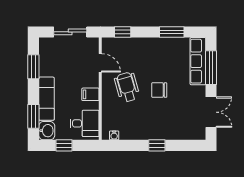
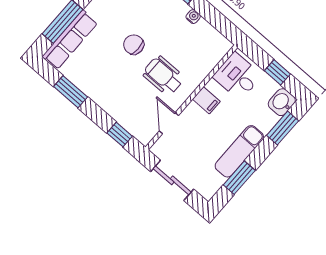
wheelchair: (127, 87) -> (163, 76), turned 106
chair: (159, 90) -> (134, 45), turned 180
exam couch: (46, 99) -> (239, 151), moved
water cooler: (114, 135) -> (193, 17), moved

